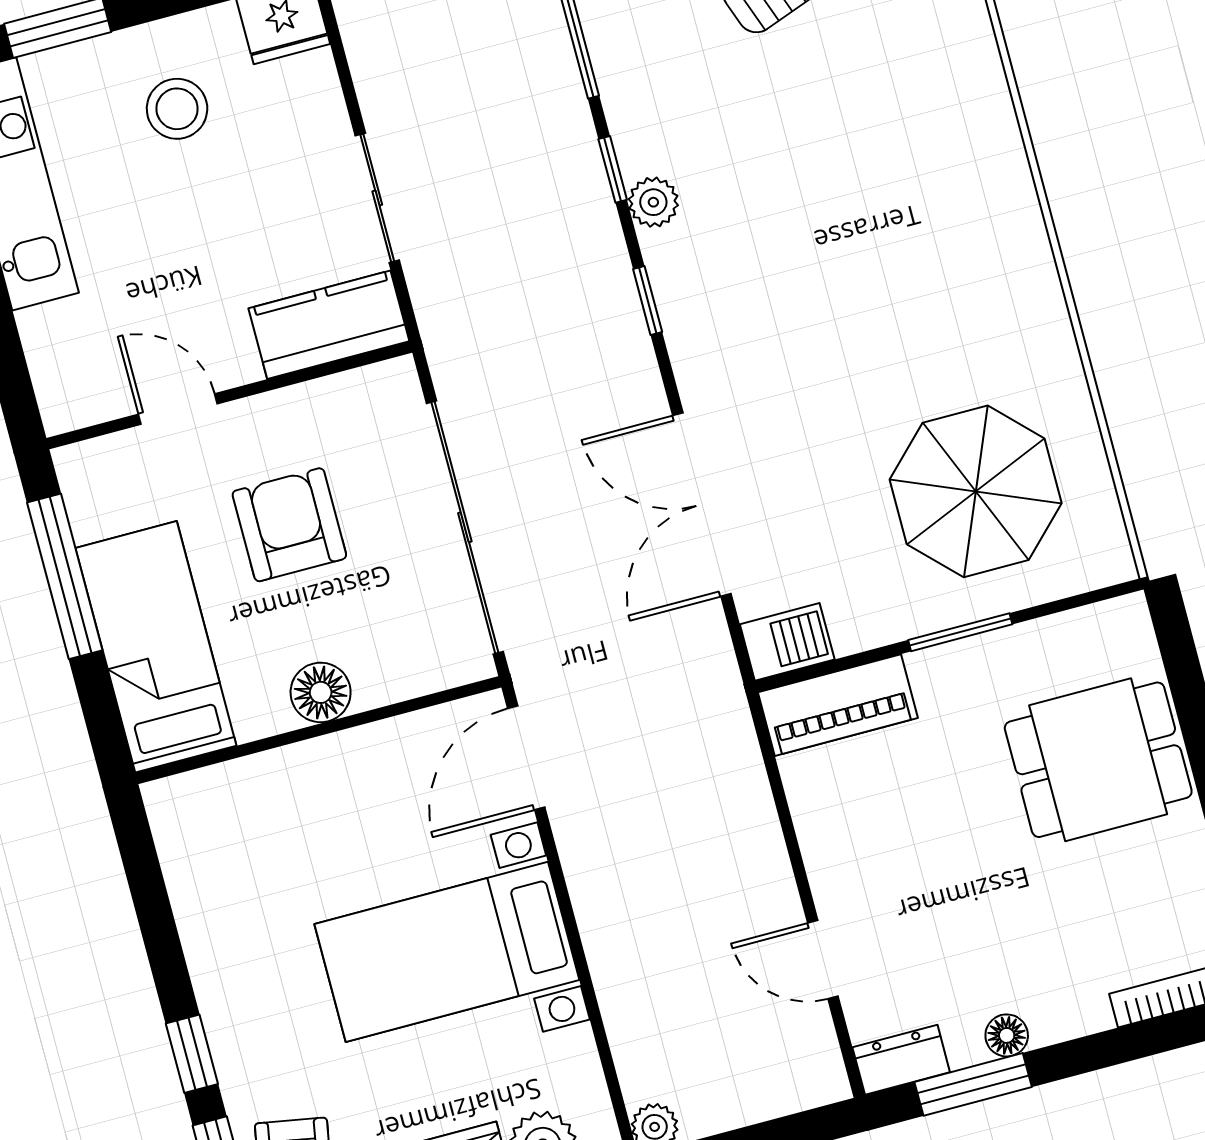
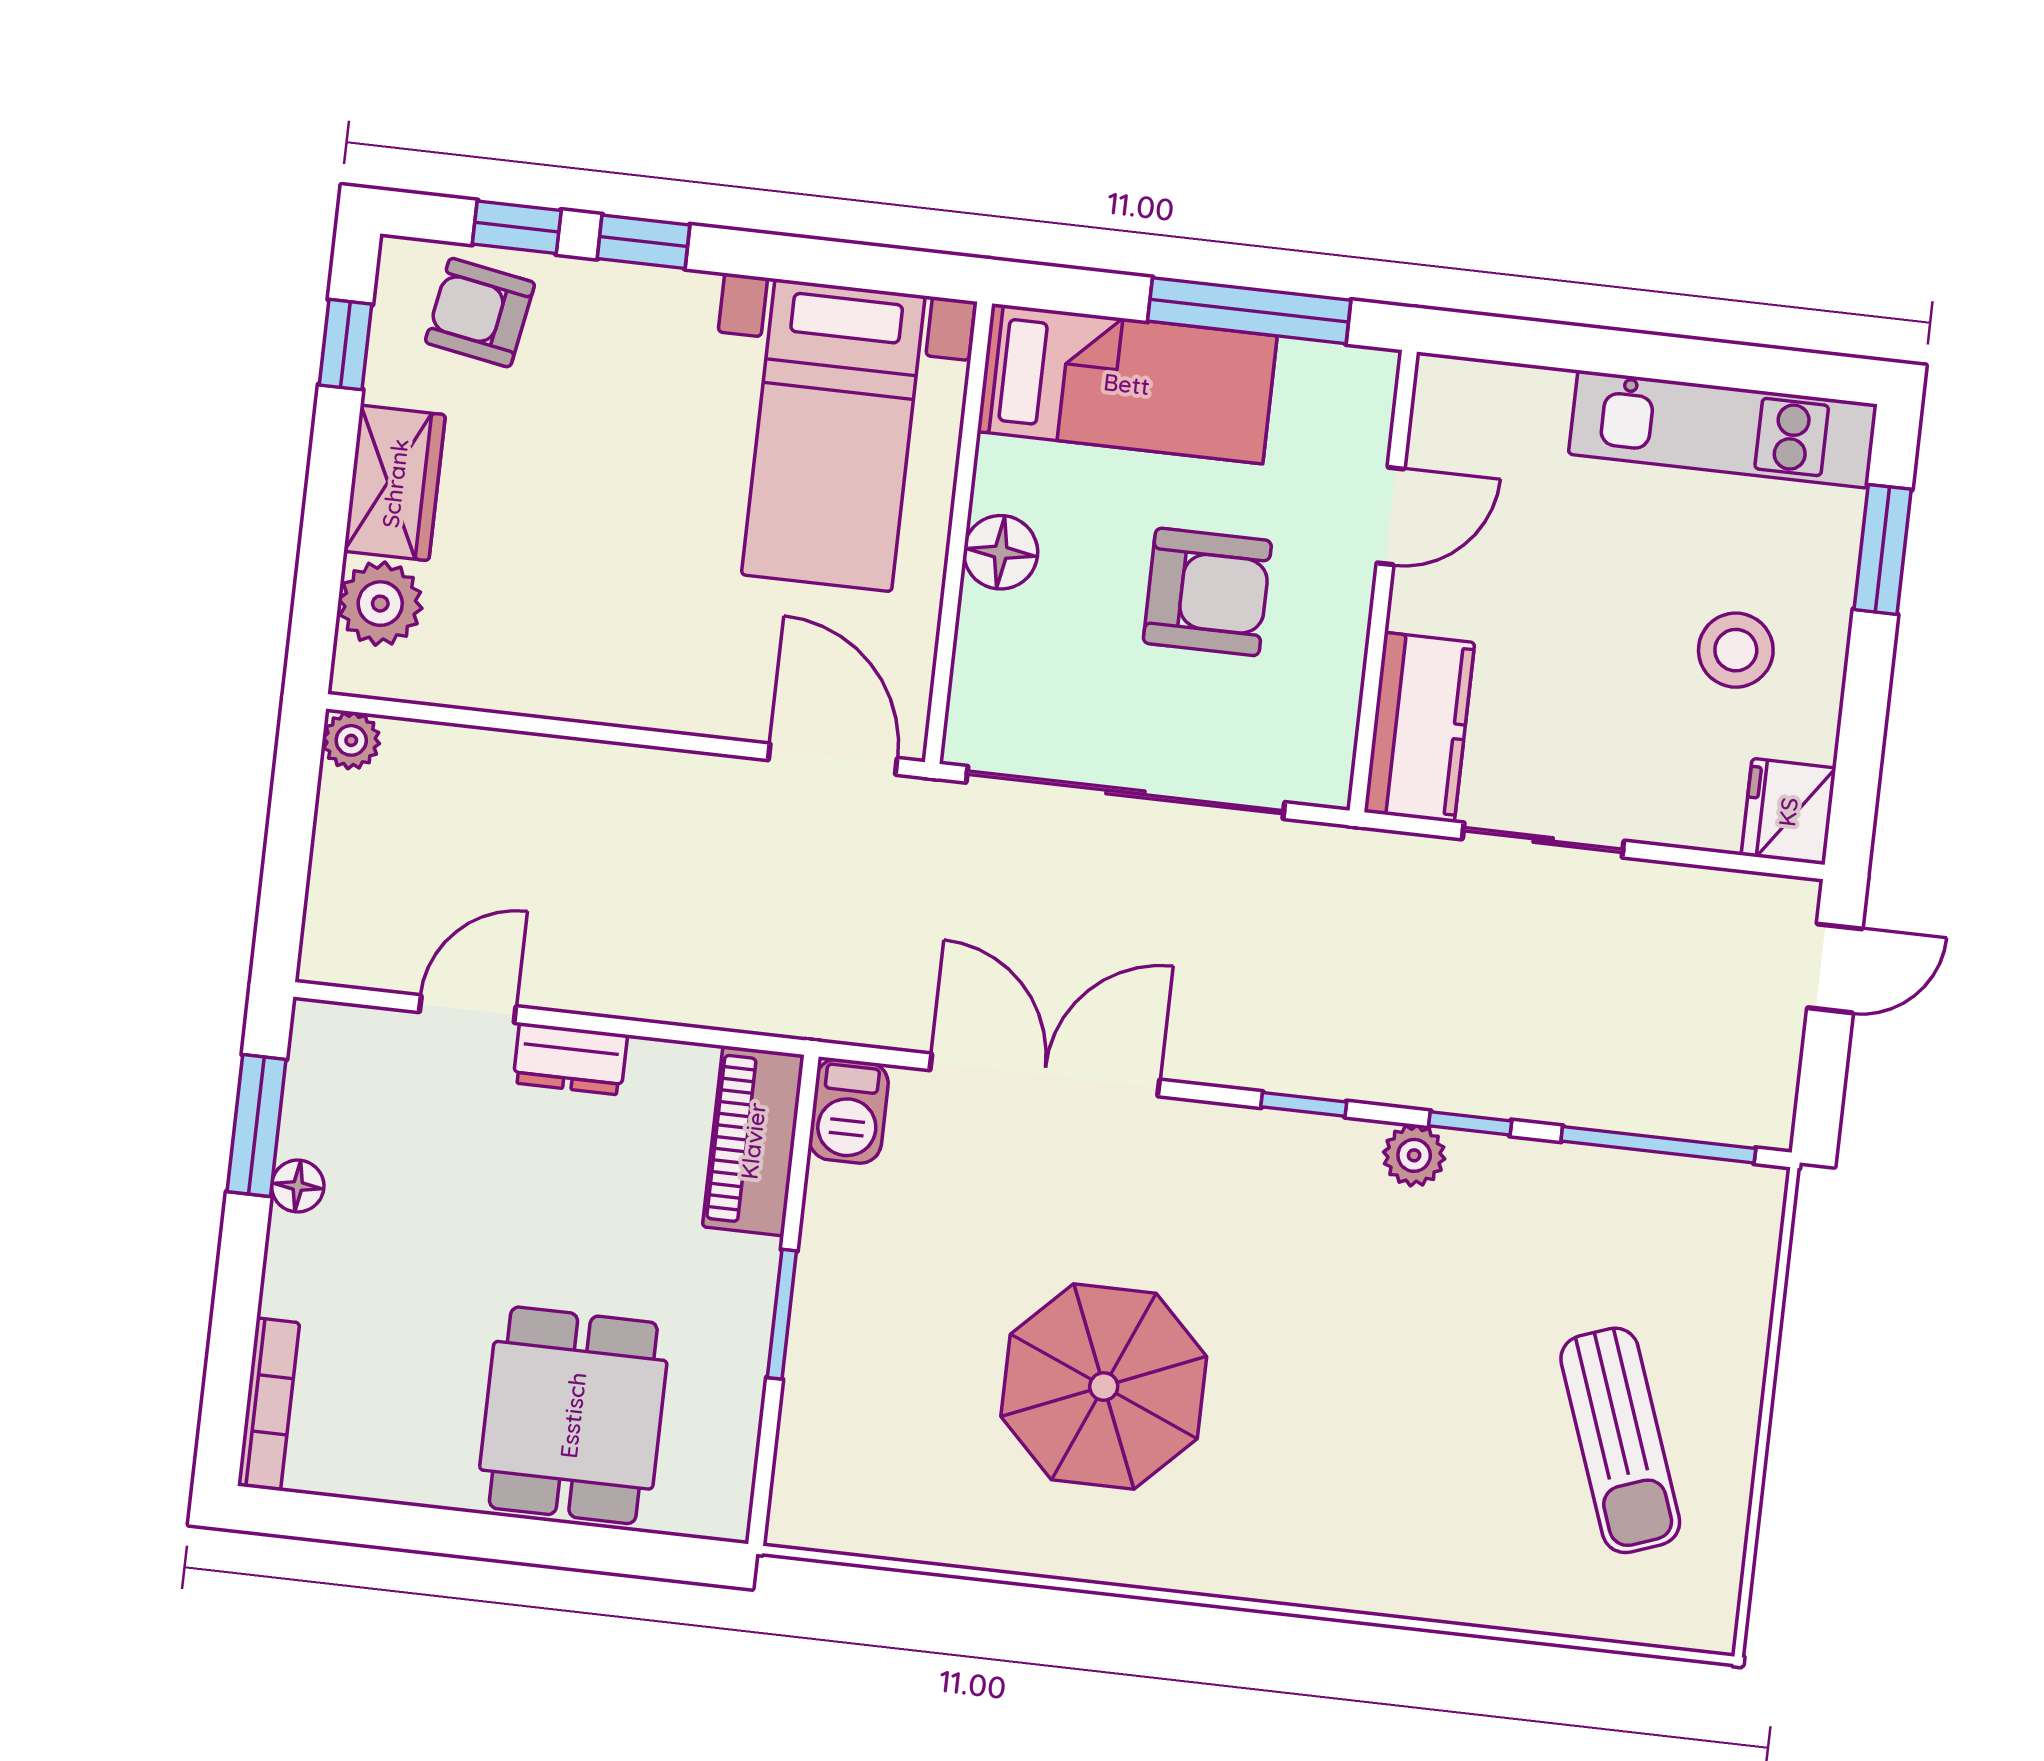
parasol: (976, 491) -> (1104, 1387), moved
bed with nightstands: (447, 952) -> (833, 435), moved, turned 180
dresser: (901, 1060) -> (570, 1059), moved, turned 90

